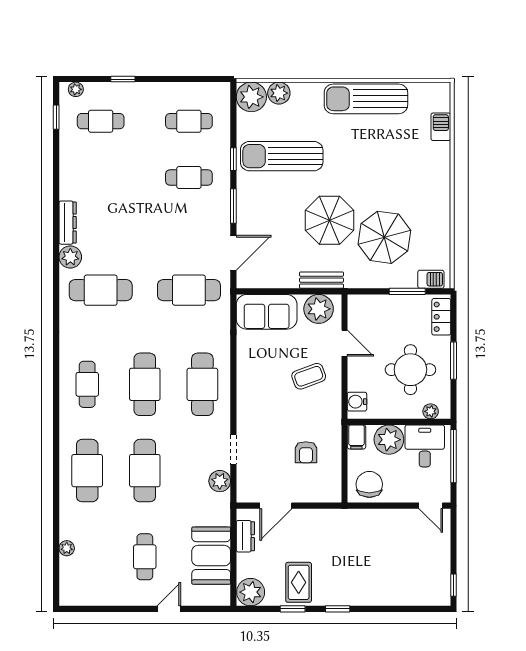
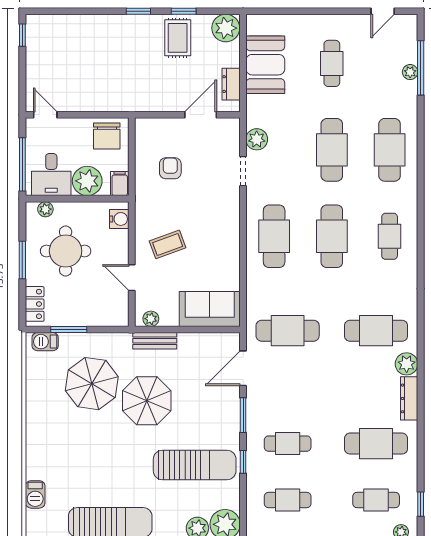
cafe table: (101, 177) -> (376, 444), added
plant: (319, 309) -> (151, 319), width x0.53, depth x0.53
window: (56, 552) -> (421, 68), added
door: (169, 609) -> (383, 11), moved

